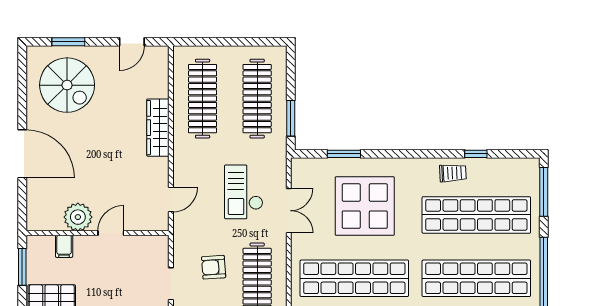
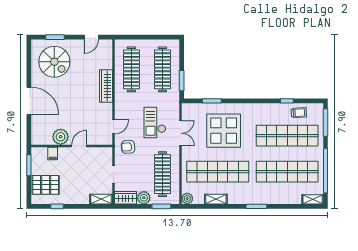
trolley: (453, 173) -> (299, 113), moved
armchair: (214, 267) -> (128, 147), moved

